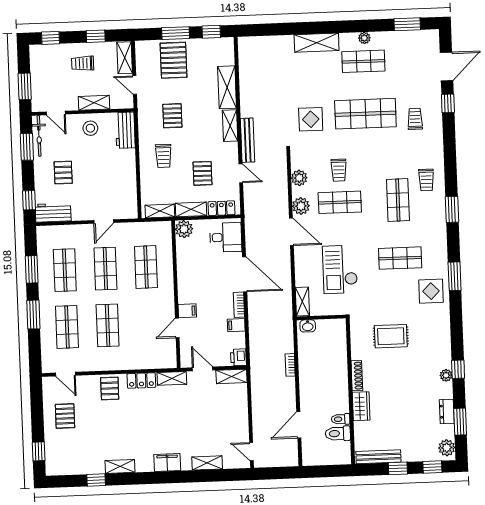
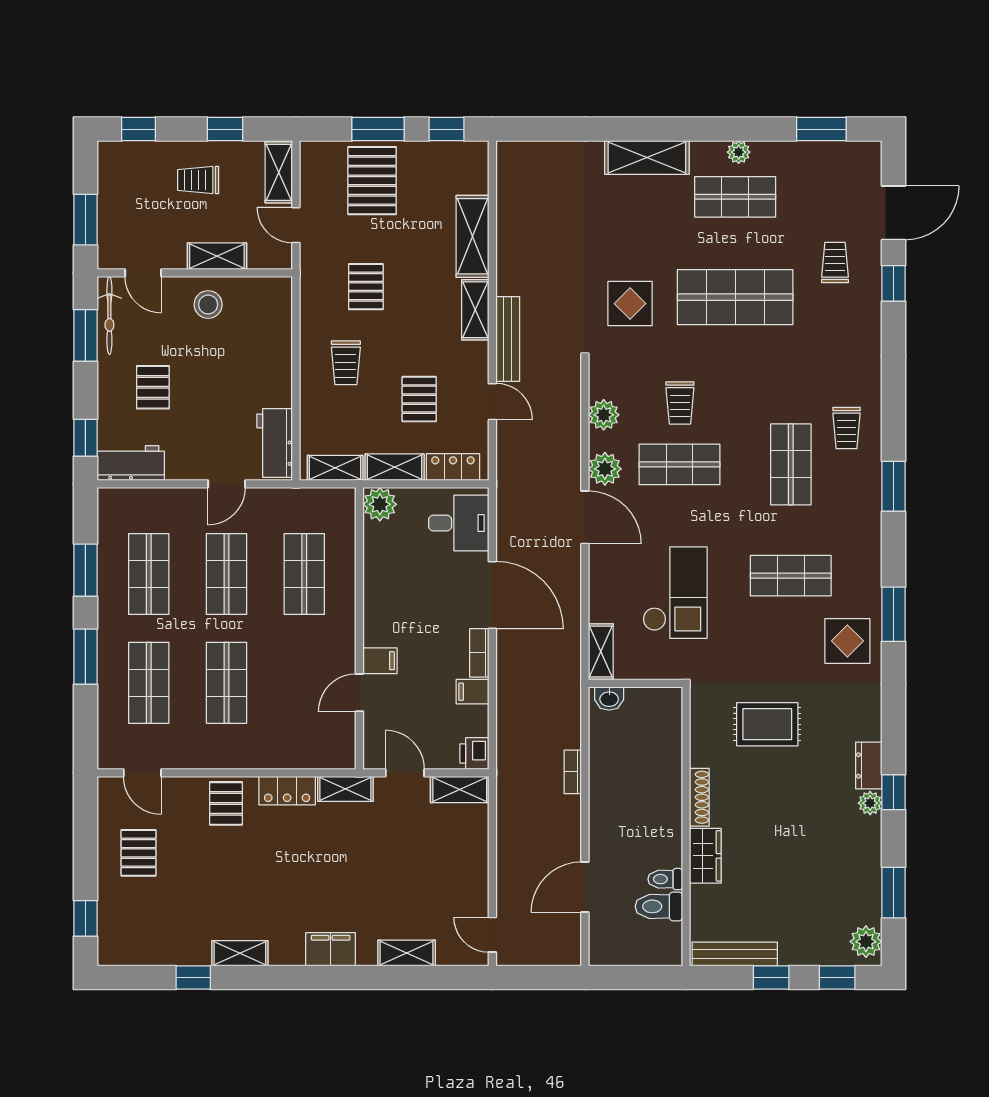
trolley: (415, 119) -> (835, 263), moved
workbench: (125, 130) -> (275, 443), moved
checkout: (340, 269) -> (675, 593), turned 180
dresser: (447, 412) -> (869, 765), moved

